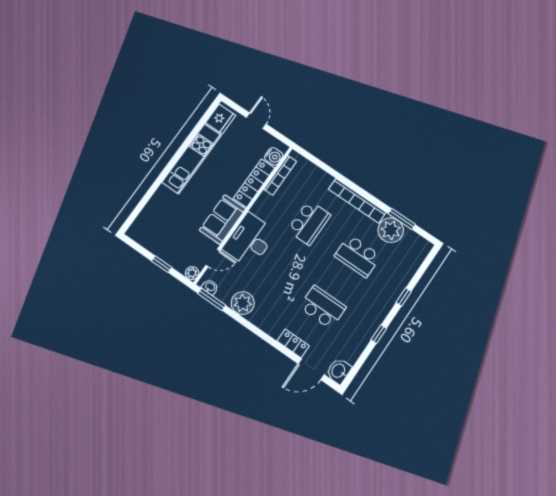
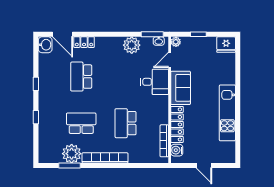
fridge: (221, 119) -> (226, 45), moved, turned -90
desk: (250, 240) -> (155, 82), width x0.73
school desk: (323, 307) -> (81, 77), turned 90
door: (311, 369) -> (63, 34), swing flipped

